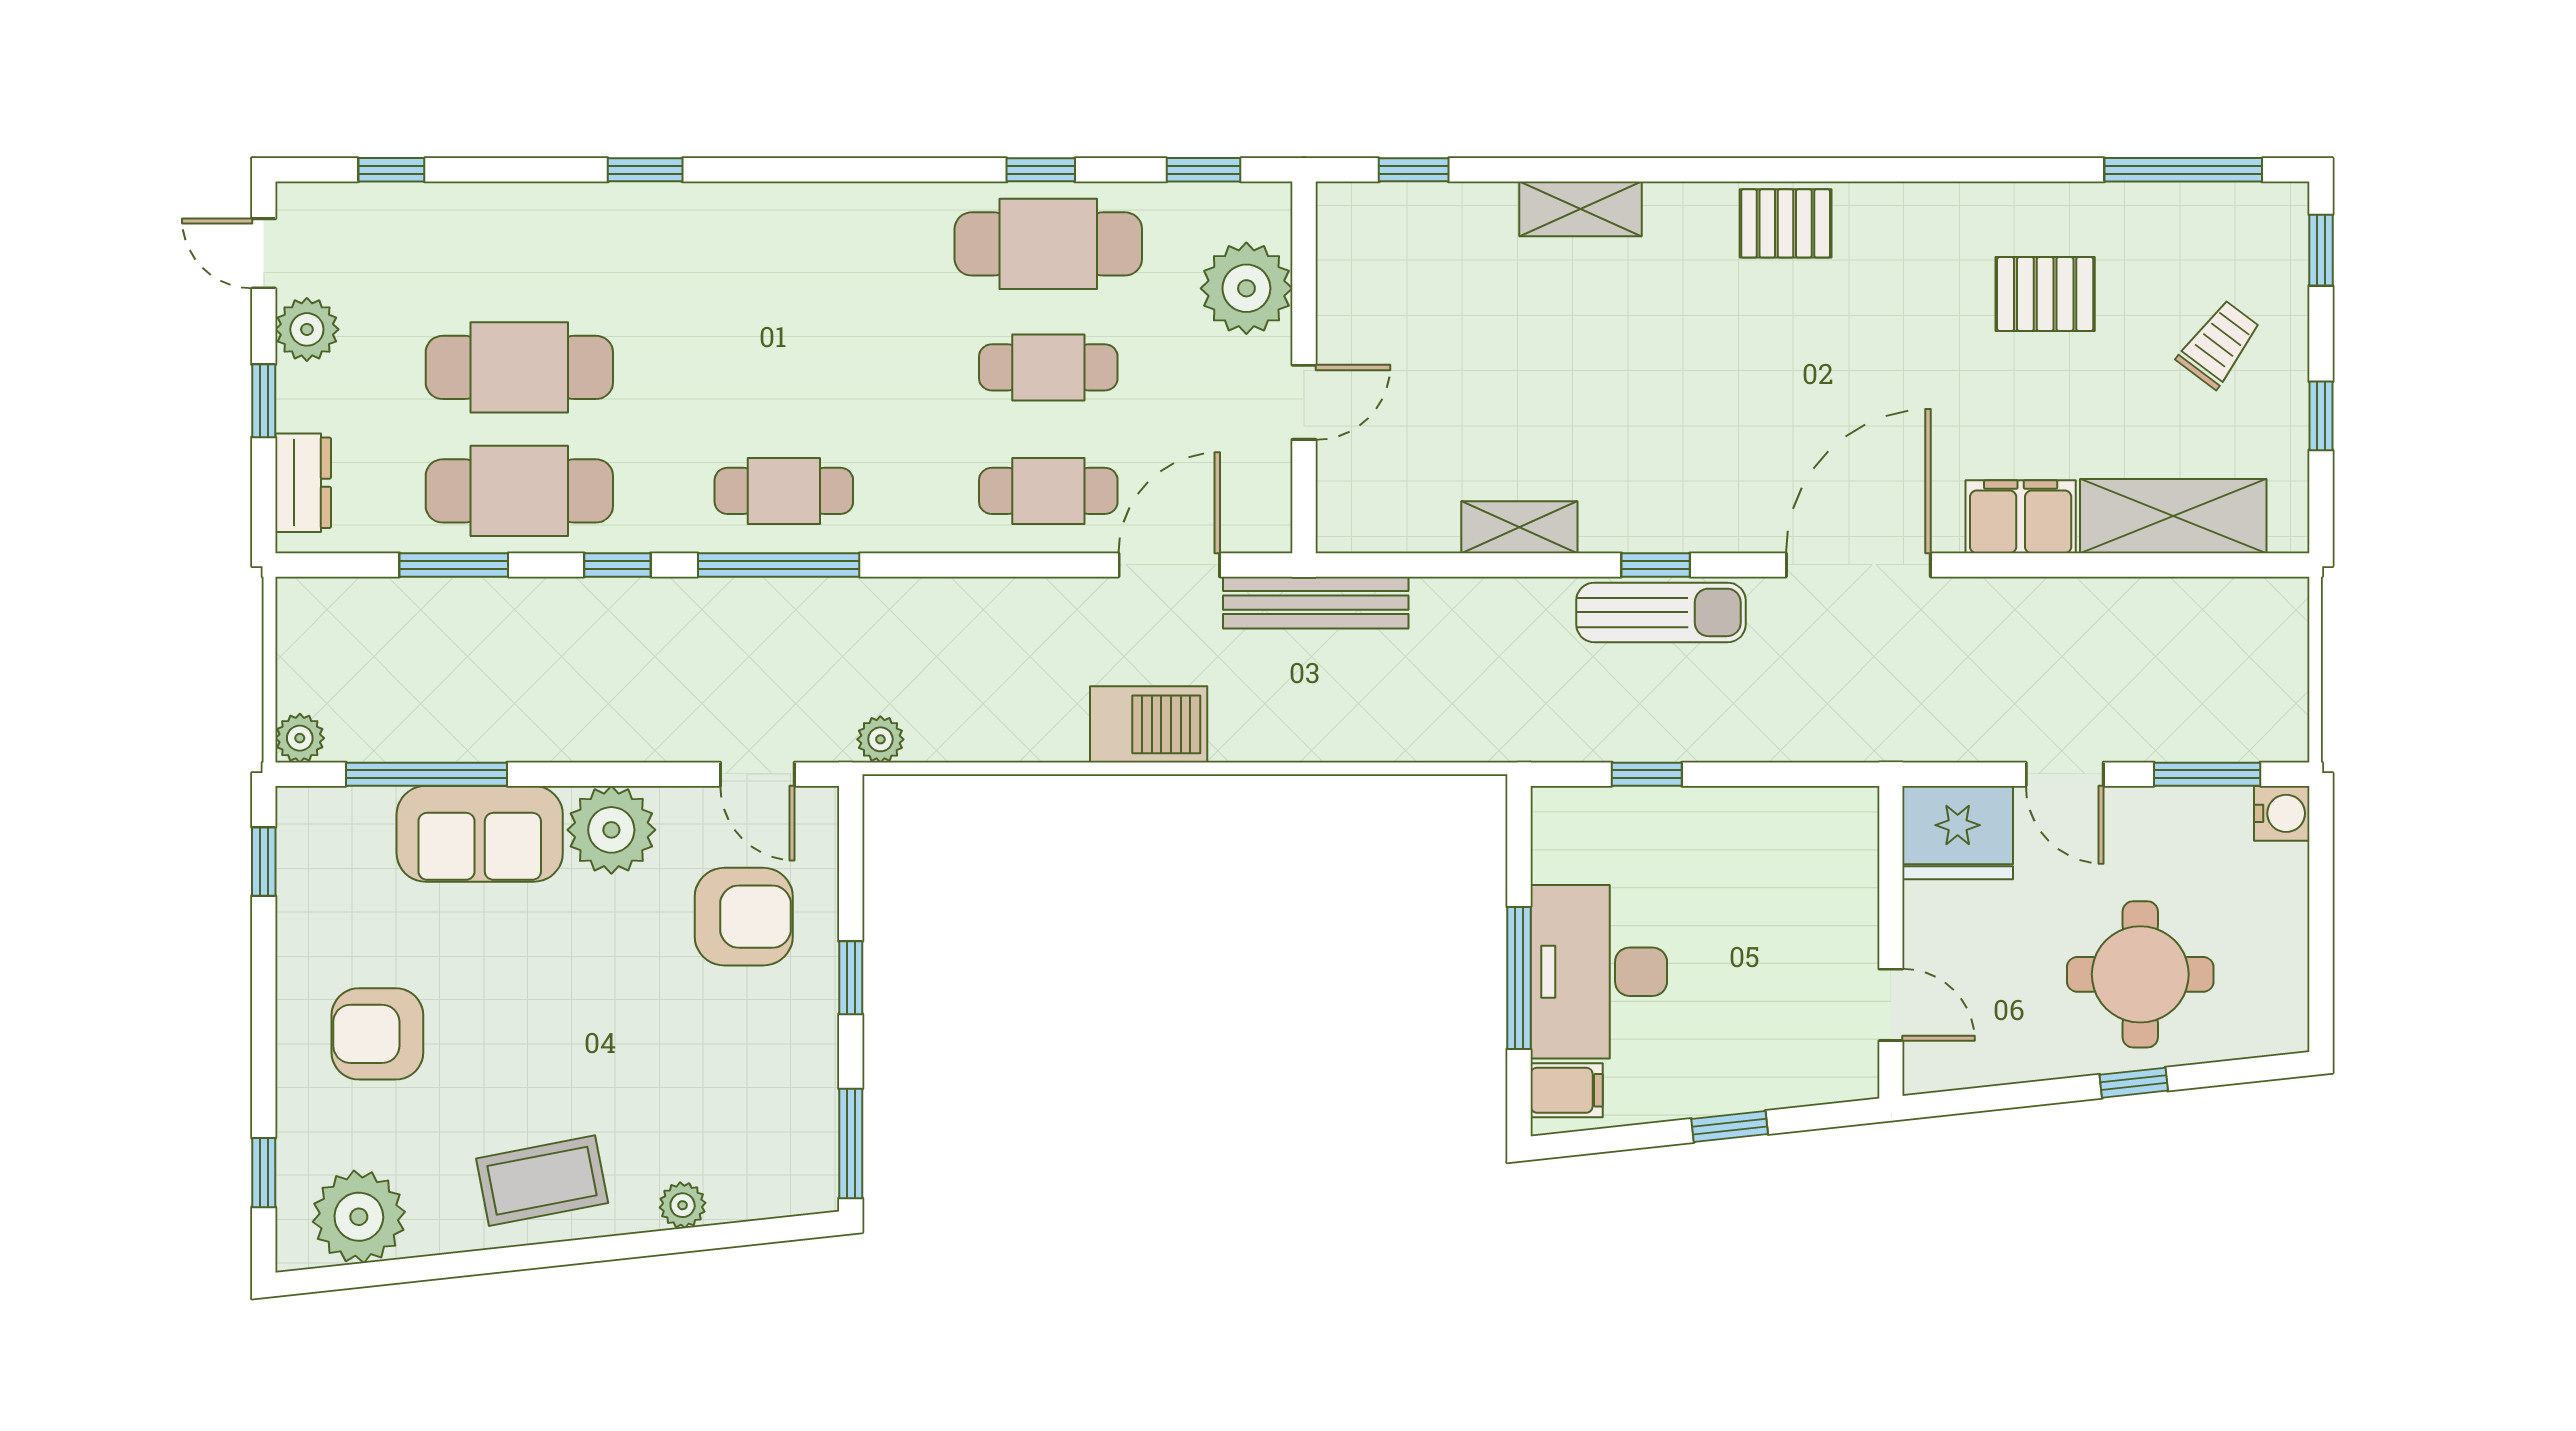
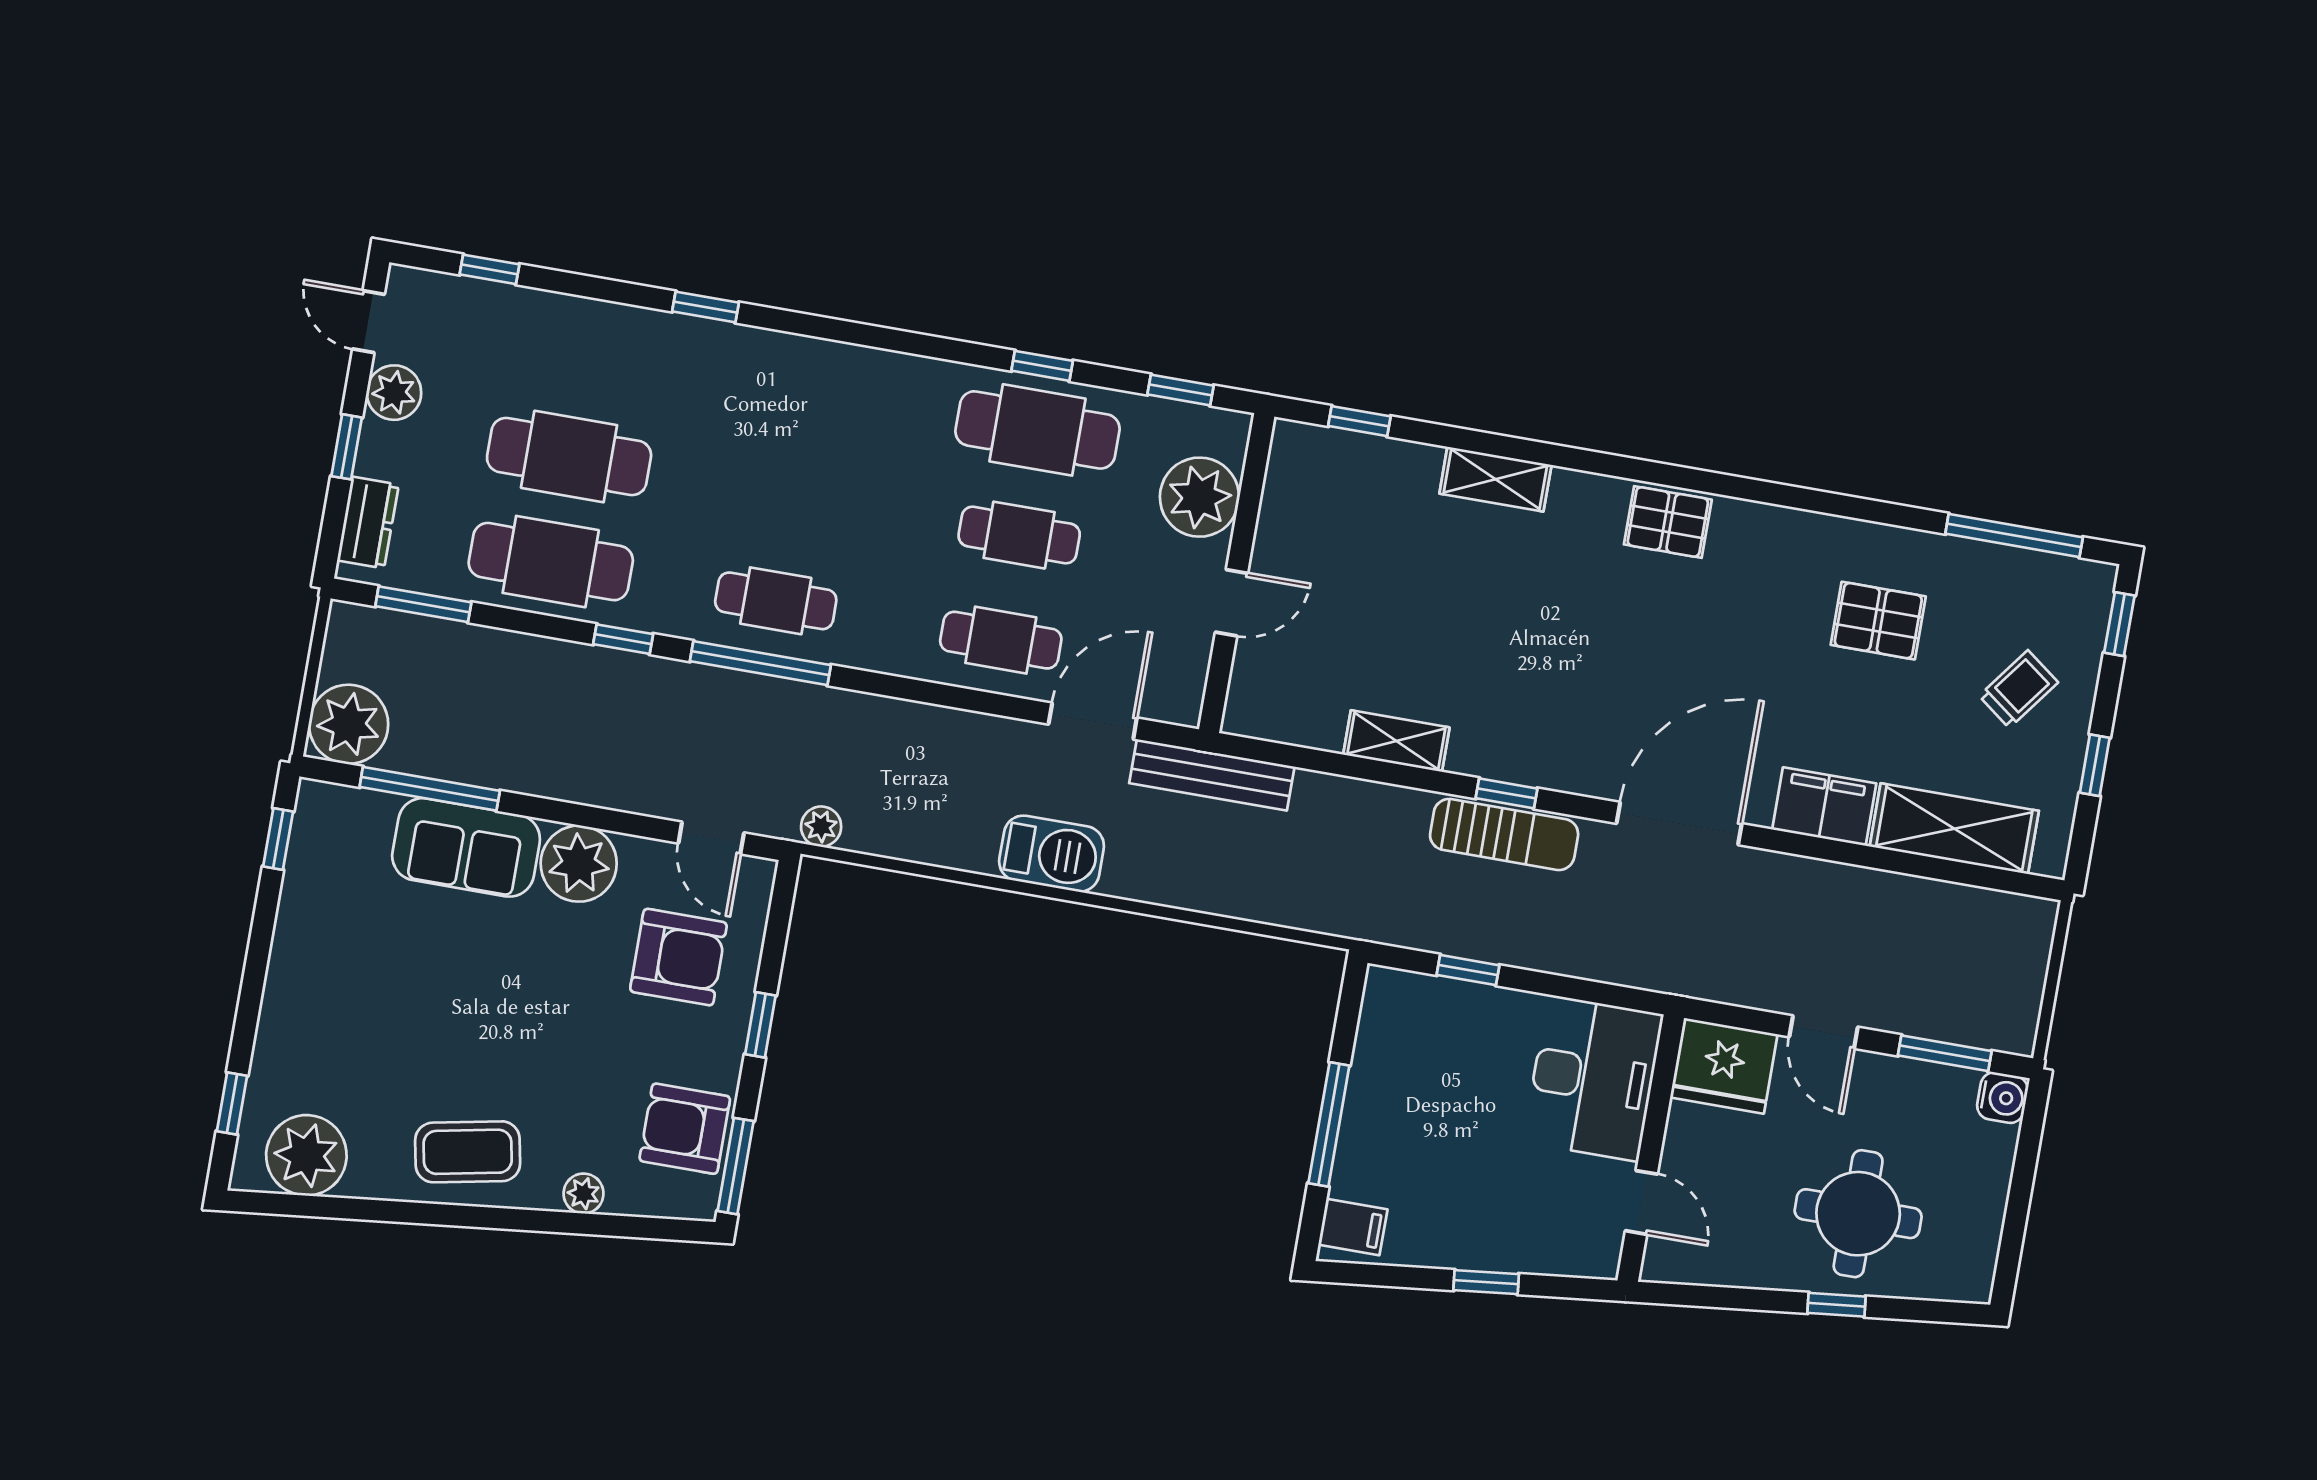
window: (454, 565) -> (423, 604), moved
plant: (300, 738) -> (349, 724), width x1.87, depth x1.87
desk: (1599, 972) -> (1593, 1078), moved, turned 180
armchair: (377, 1034) -> (685, 1129), moved

